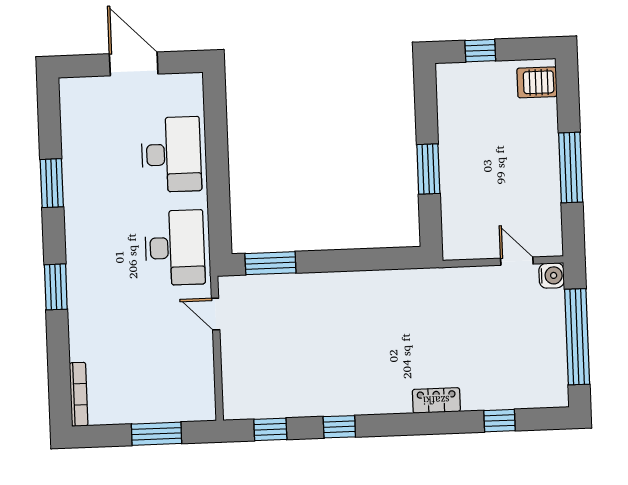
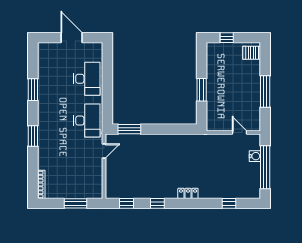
water cooler: (552, 276) -> (255, 156), moved
door: (216, 314) -> (104, 151), swing flipped
locker: (436, 400) -> (188, 193), moved

